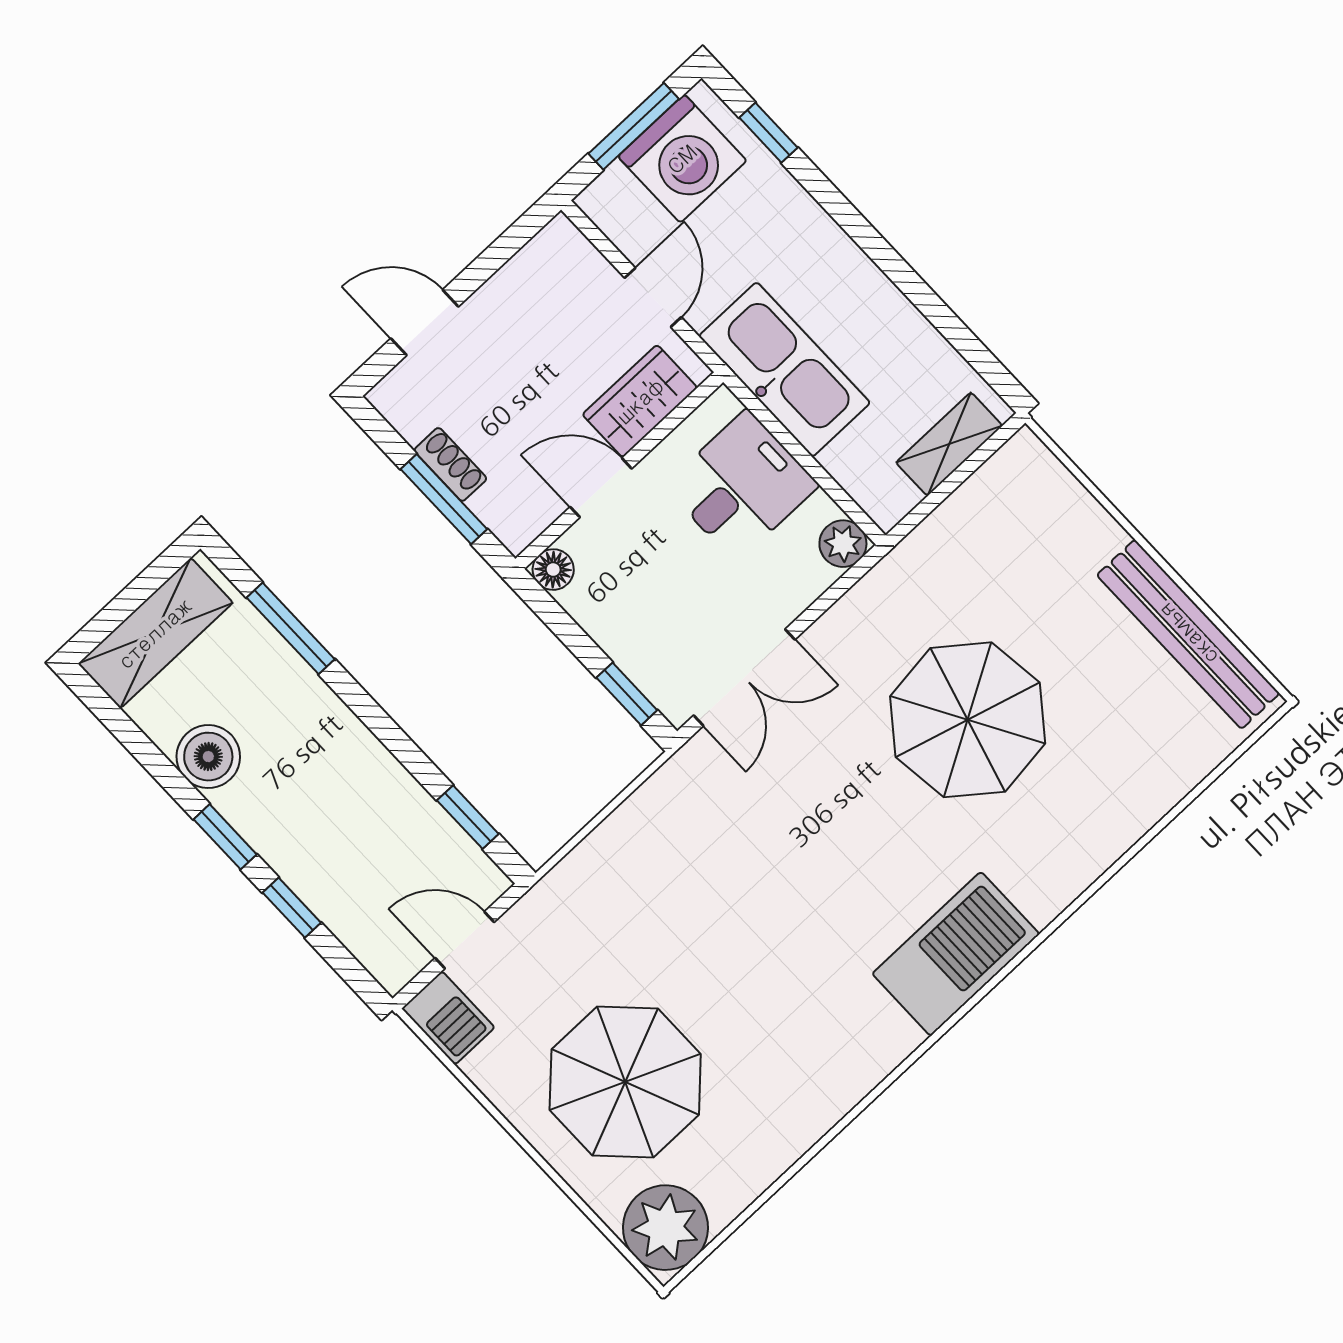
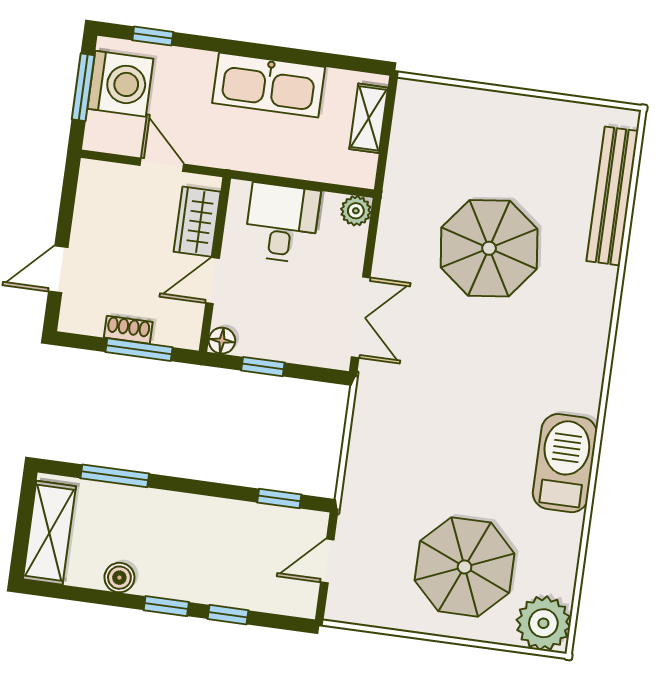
kitchen sink: (784, 369) -> (269, 85), moved, turned 180
bench: (1188, 634) -> (612, 196), moved, turned 90
window: (627, 694) -> (263, 367), moved
boiler: (208, 757) -> (119, 578), width x0.73, depth x0.73
barbecue: (956, 954) -> (565, 463), moved
barbecue: (448, 1018) -> (351, 606), removed

